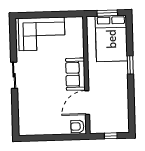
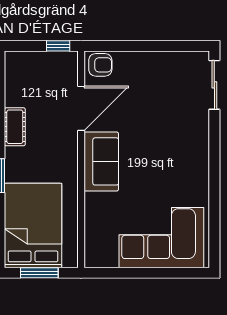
sliding door: (14, 75) -> (214, 85), moved
cot: (123, 92) -> (15, 127), added
window: (111, 136) -> (58, 46), moved

